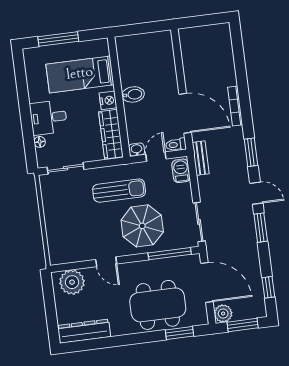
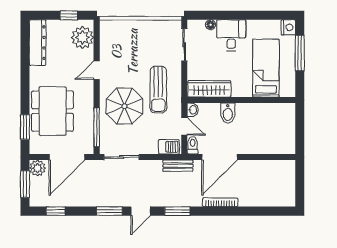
bidet: (133, 94) -> (228, 113), moved
nightstand: (108, 100) -> (288, 27), moved, turned -90
window: (49, 300) -> (69, 15), added

